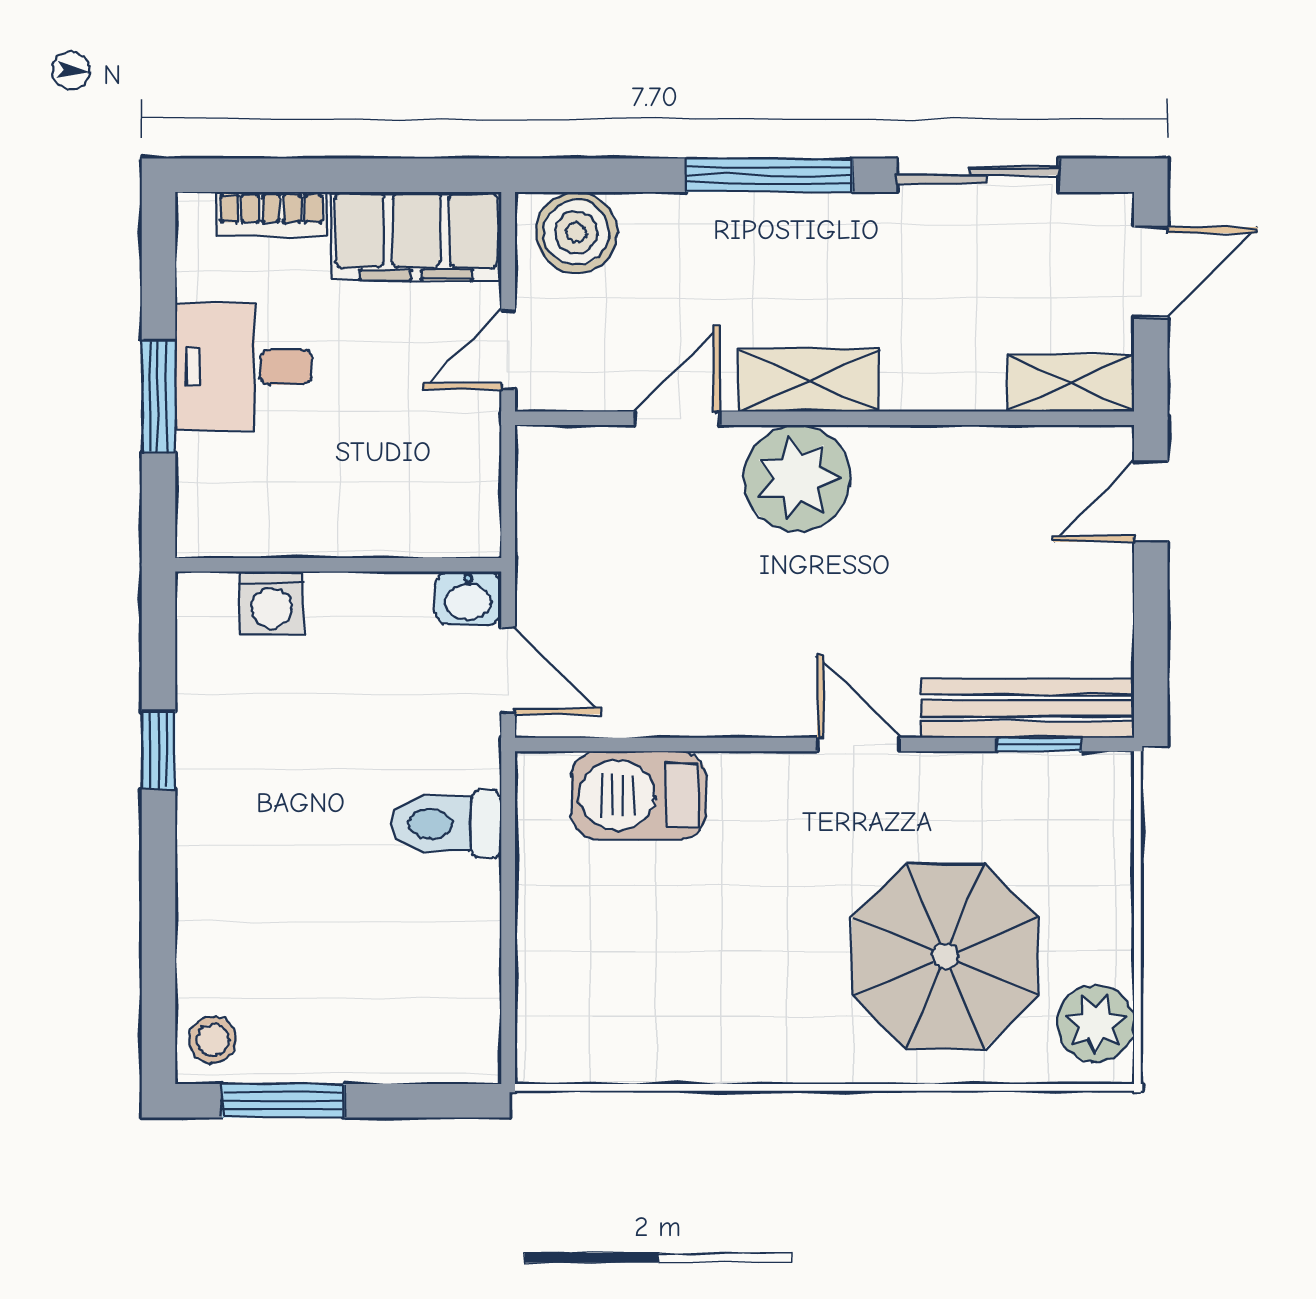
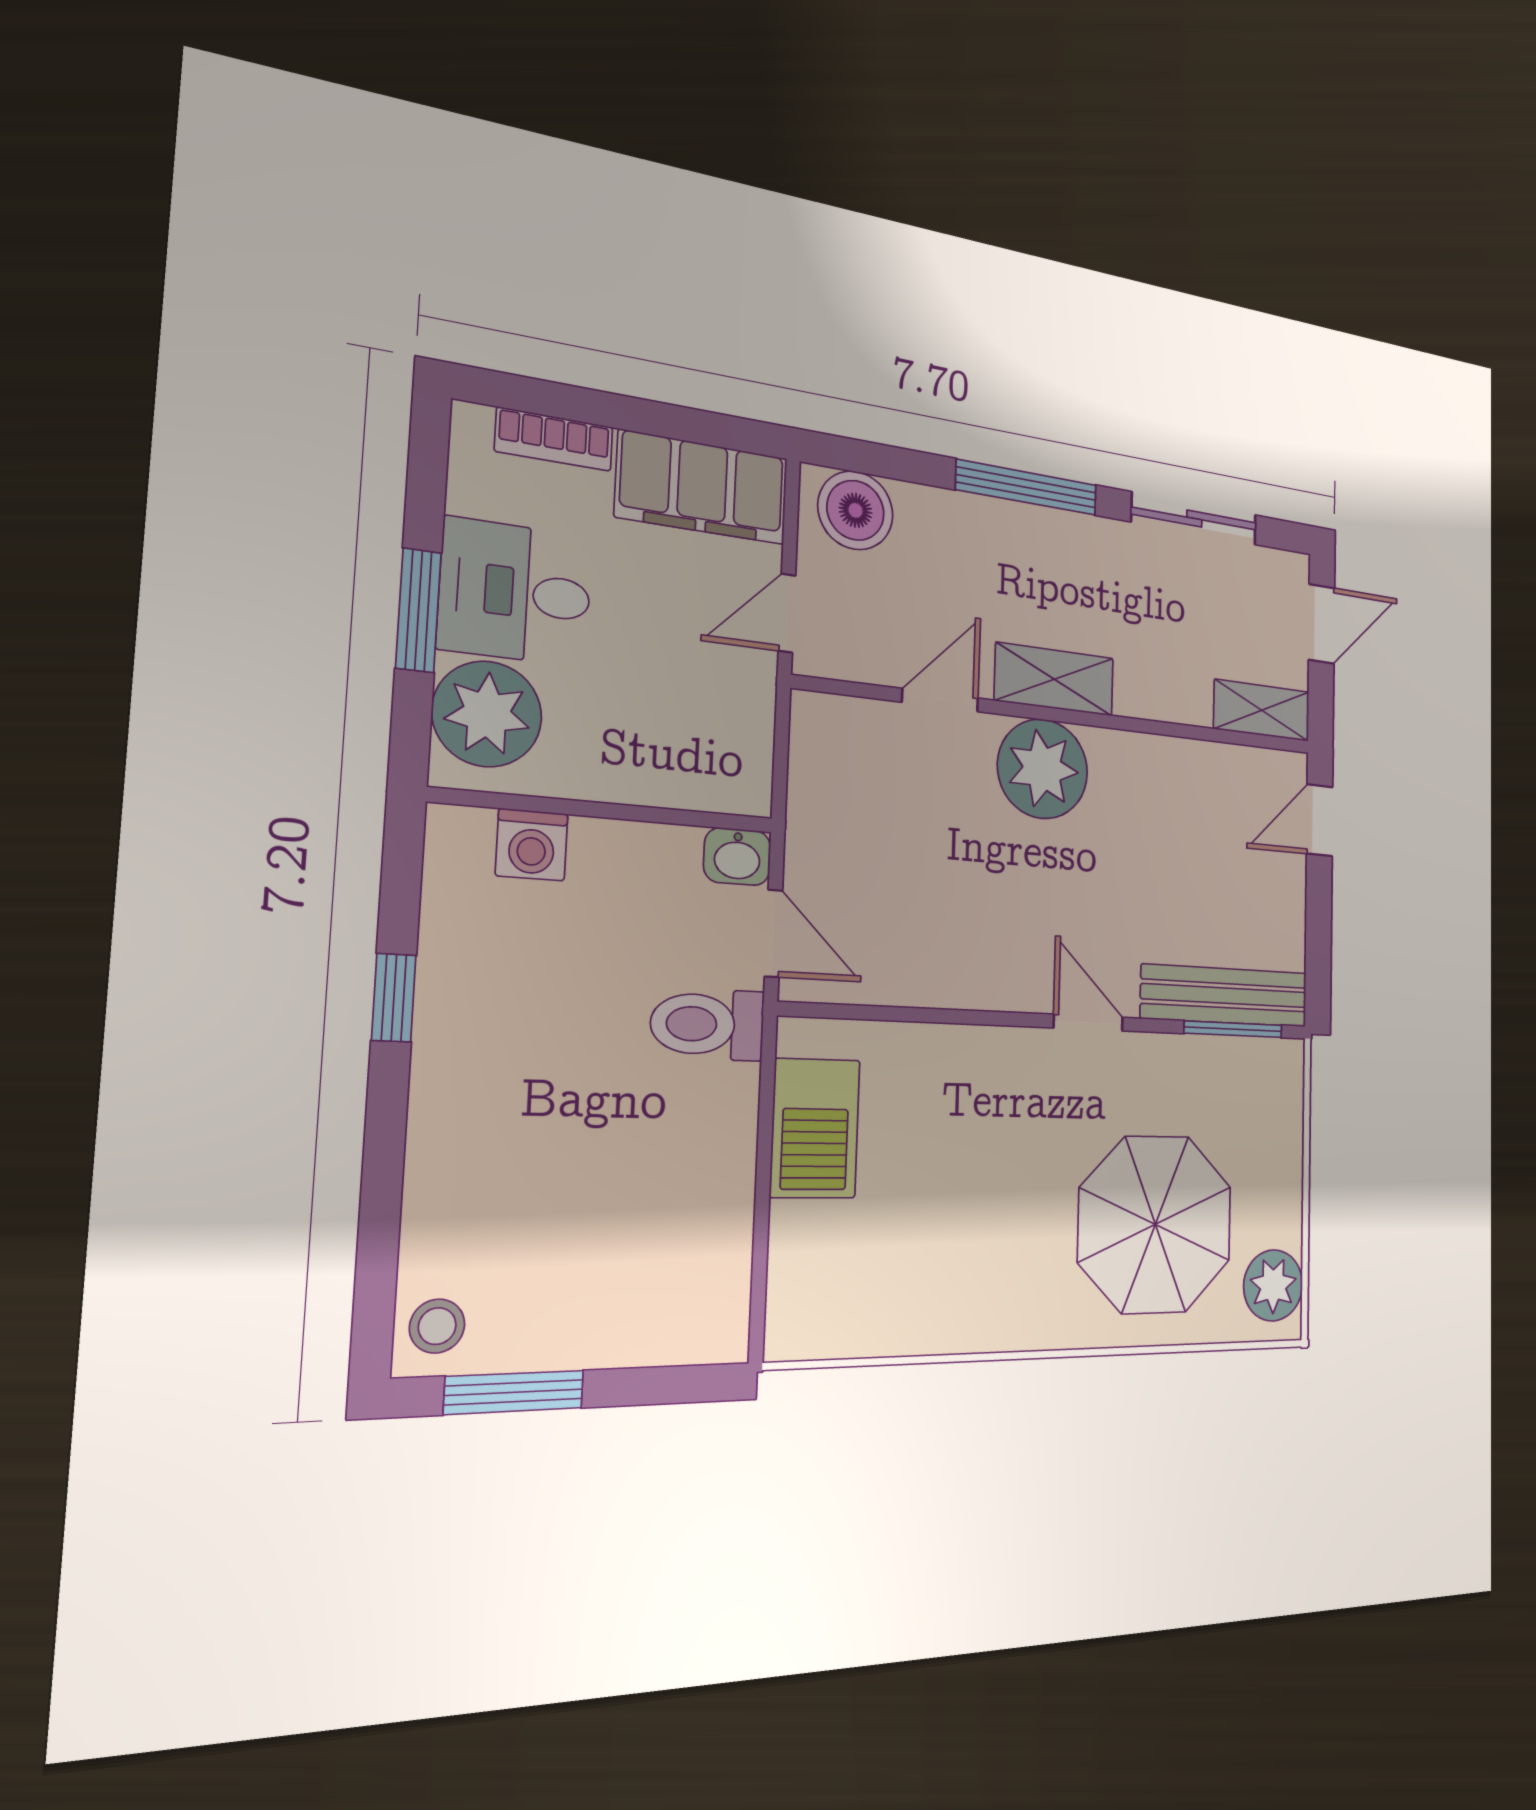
plant: (225, 485) -> (487, 714), added
window: (1039, 745) -> (1233, 1029), width x1.50
barbecue: (639, 795) -> (815, 1128), moved, turned -90
toilet: (446, 824) -> (707, 1024), moved

